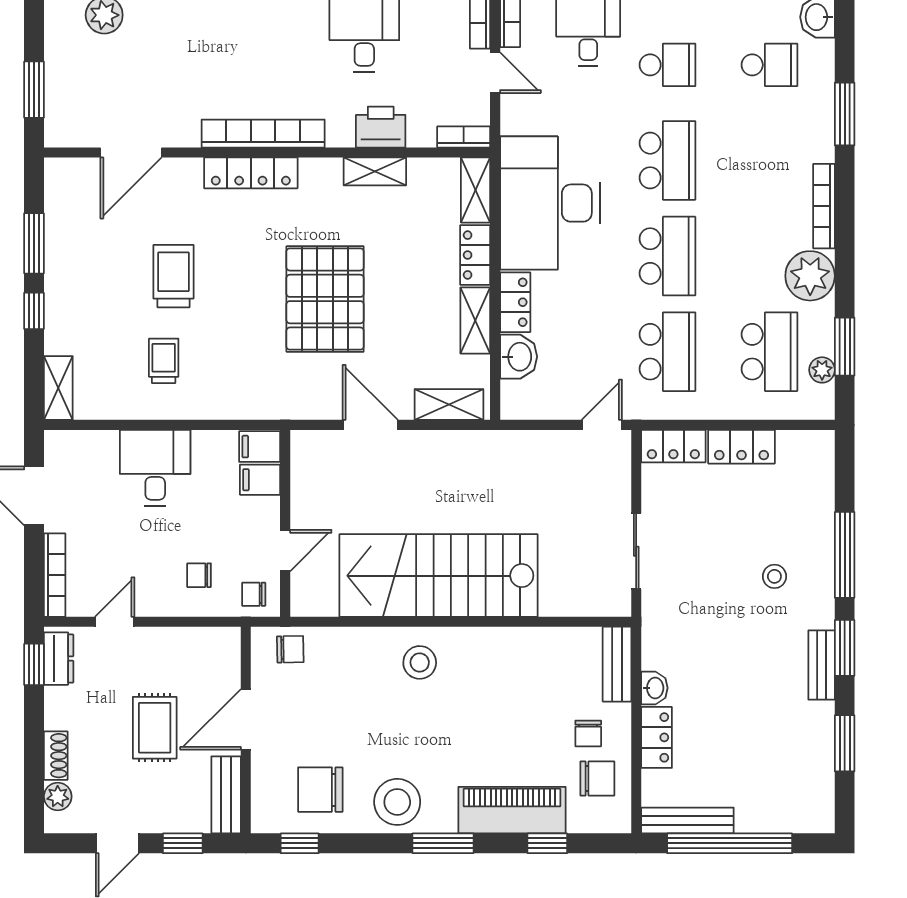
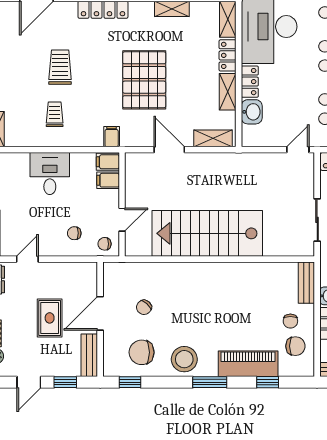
filing cabinet: (266, 401) -> (112, 137), added
chair: (290, 649) -> (144, 307), moved, turned 133
stool: (420, 662) -> (197, 282), removed

